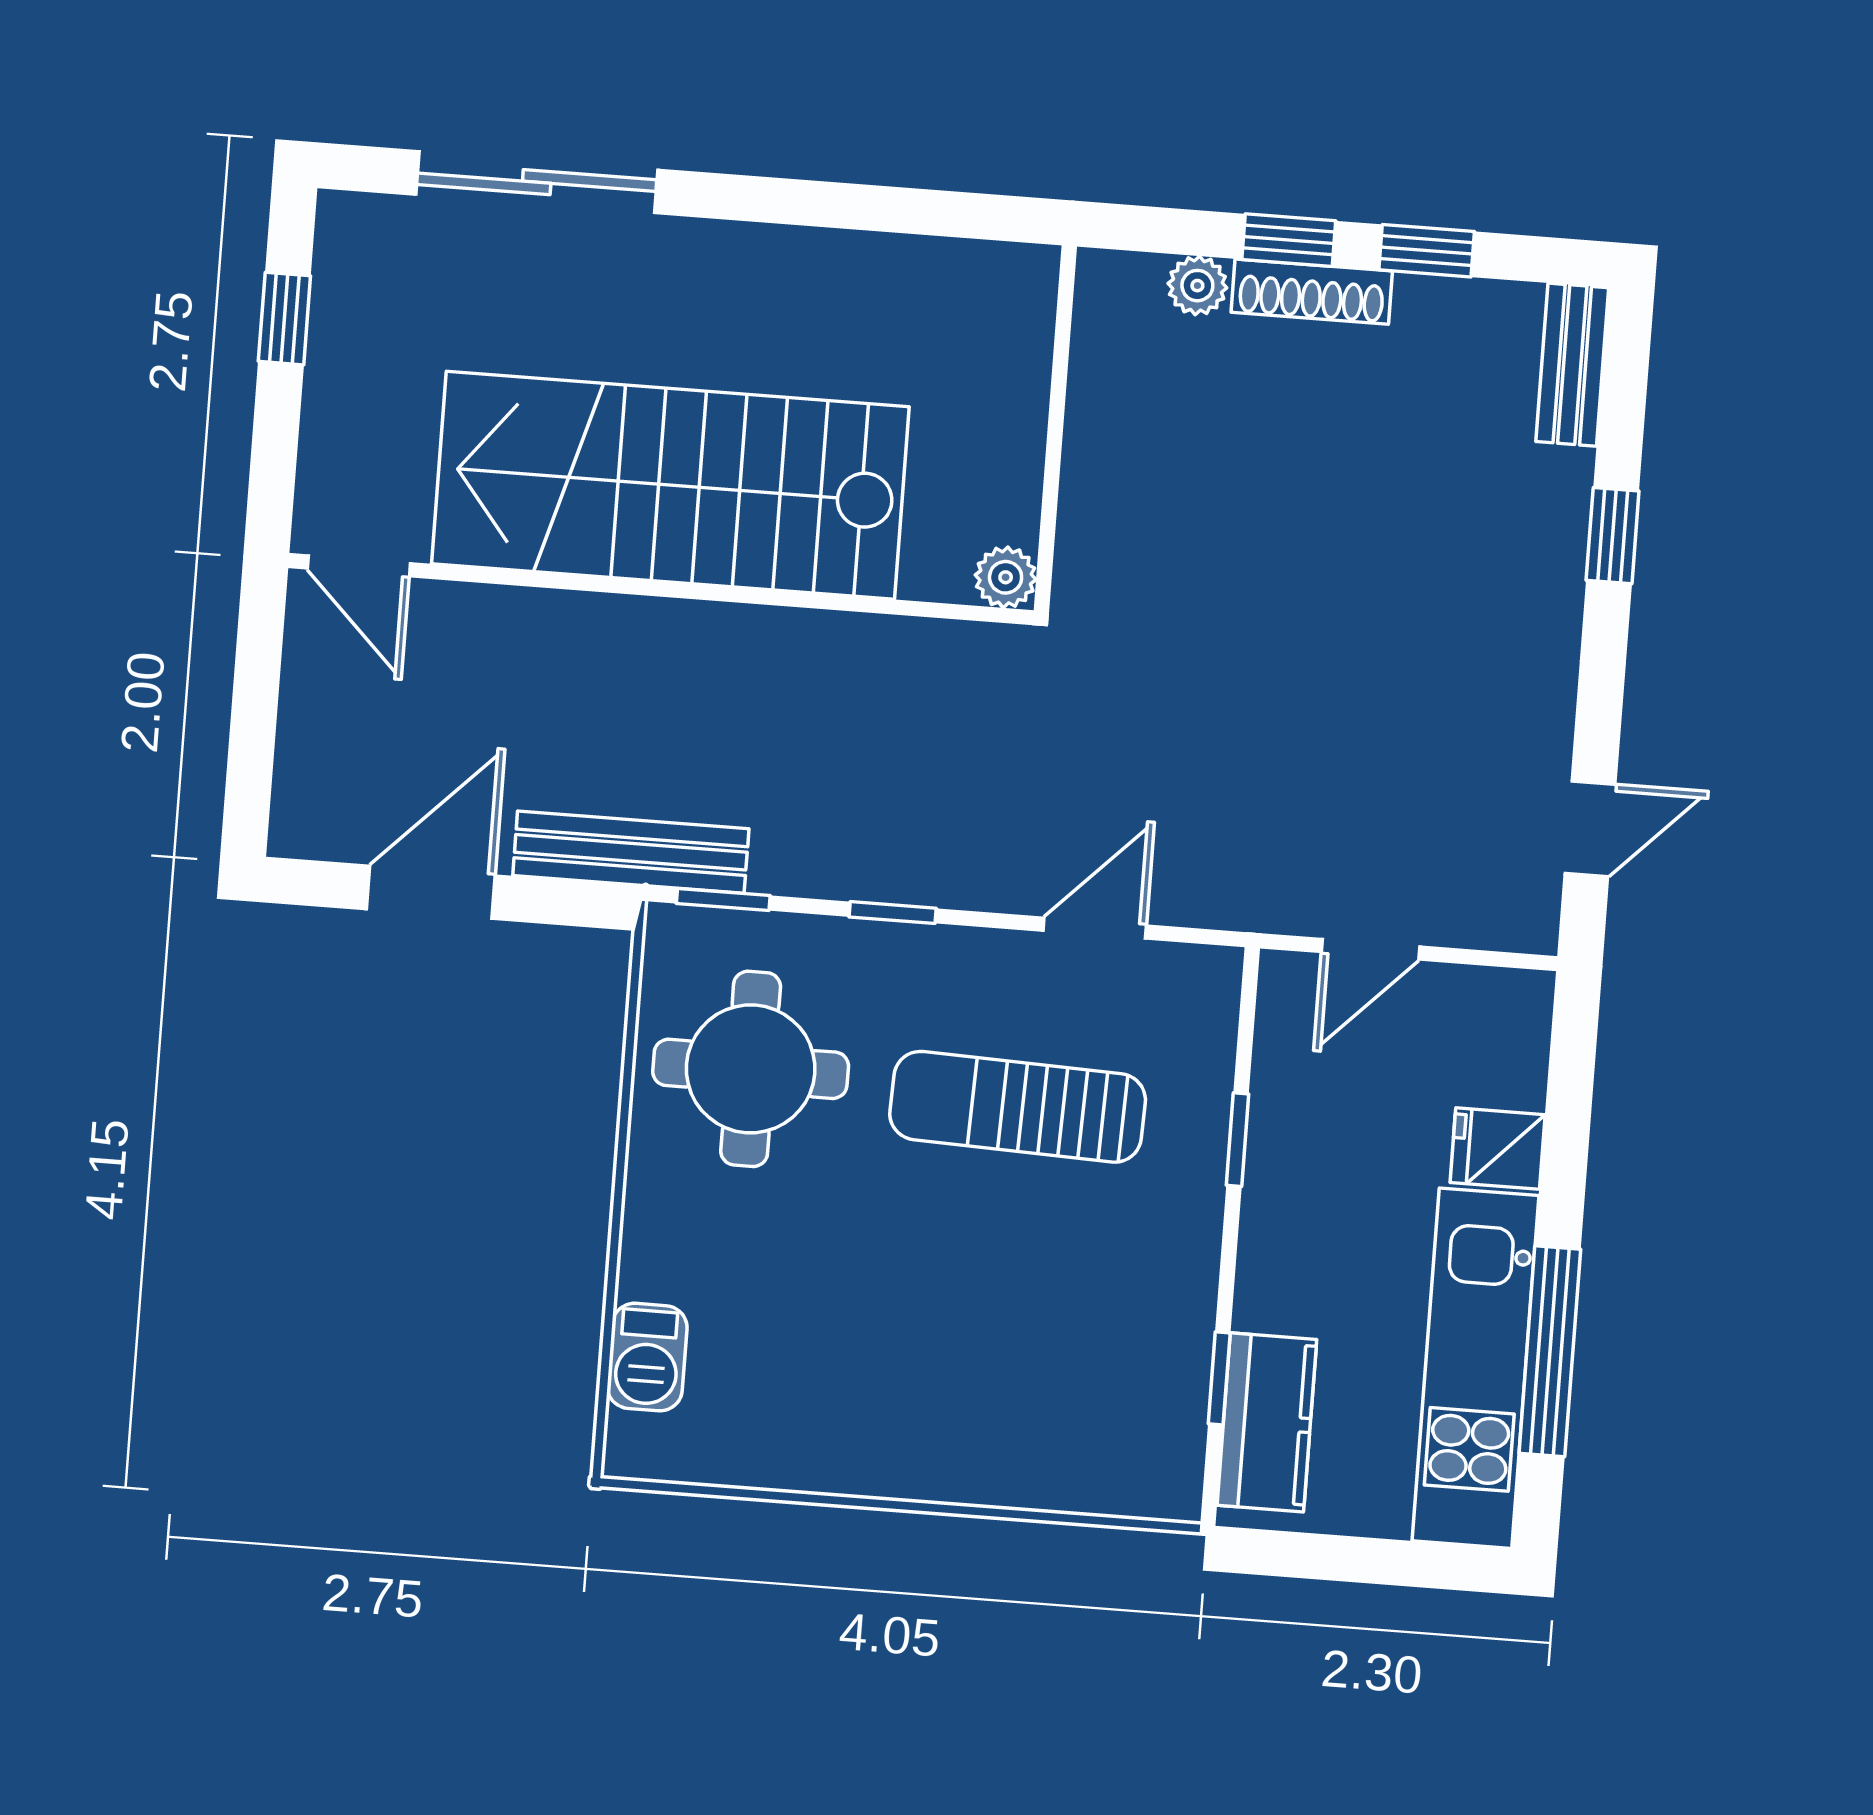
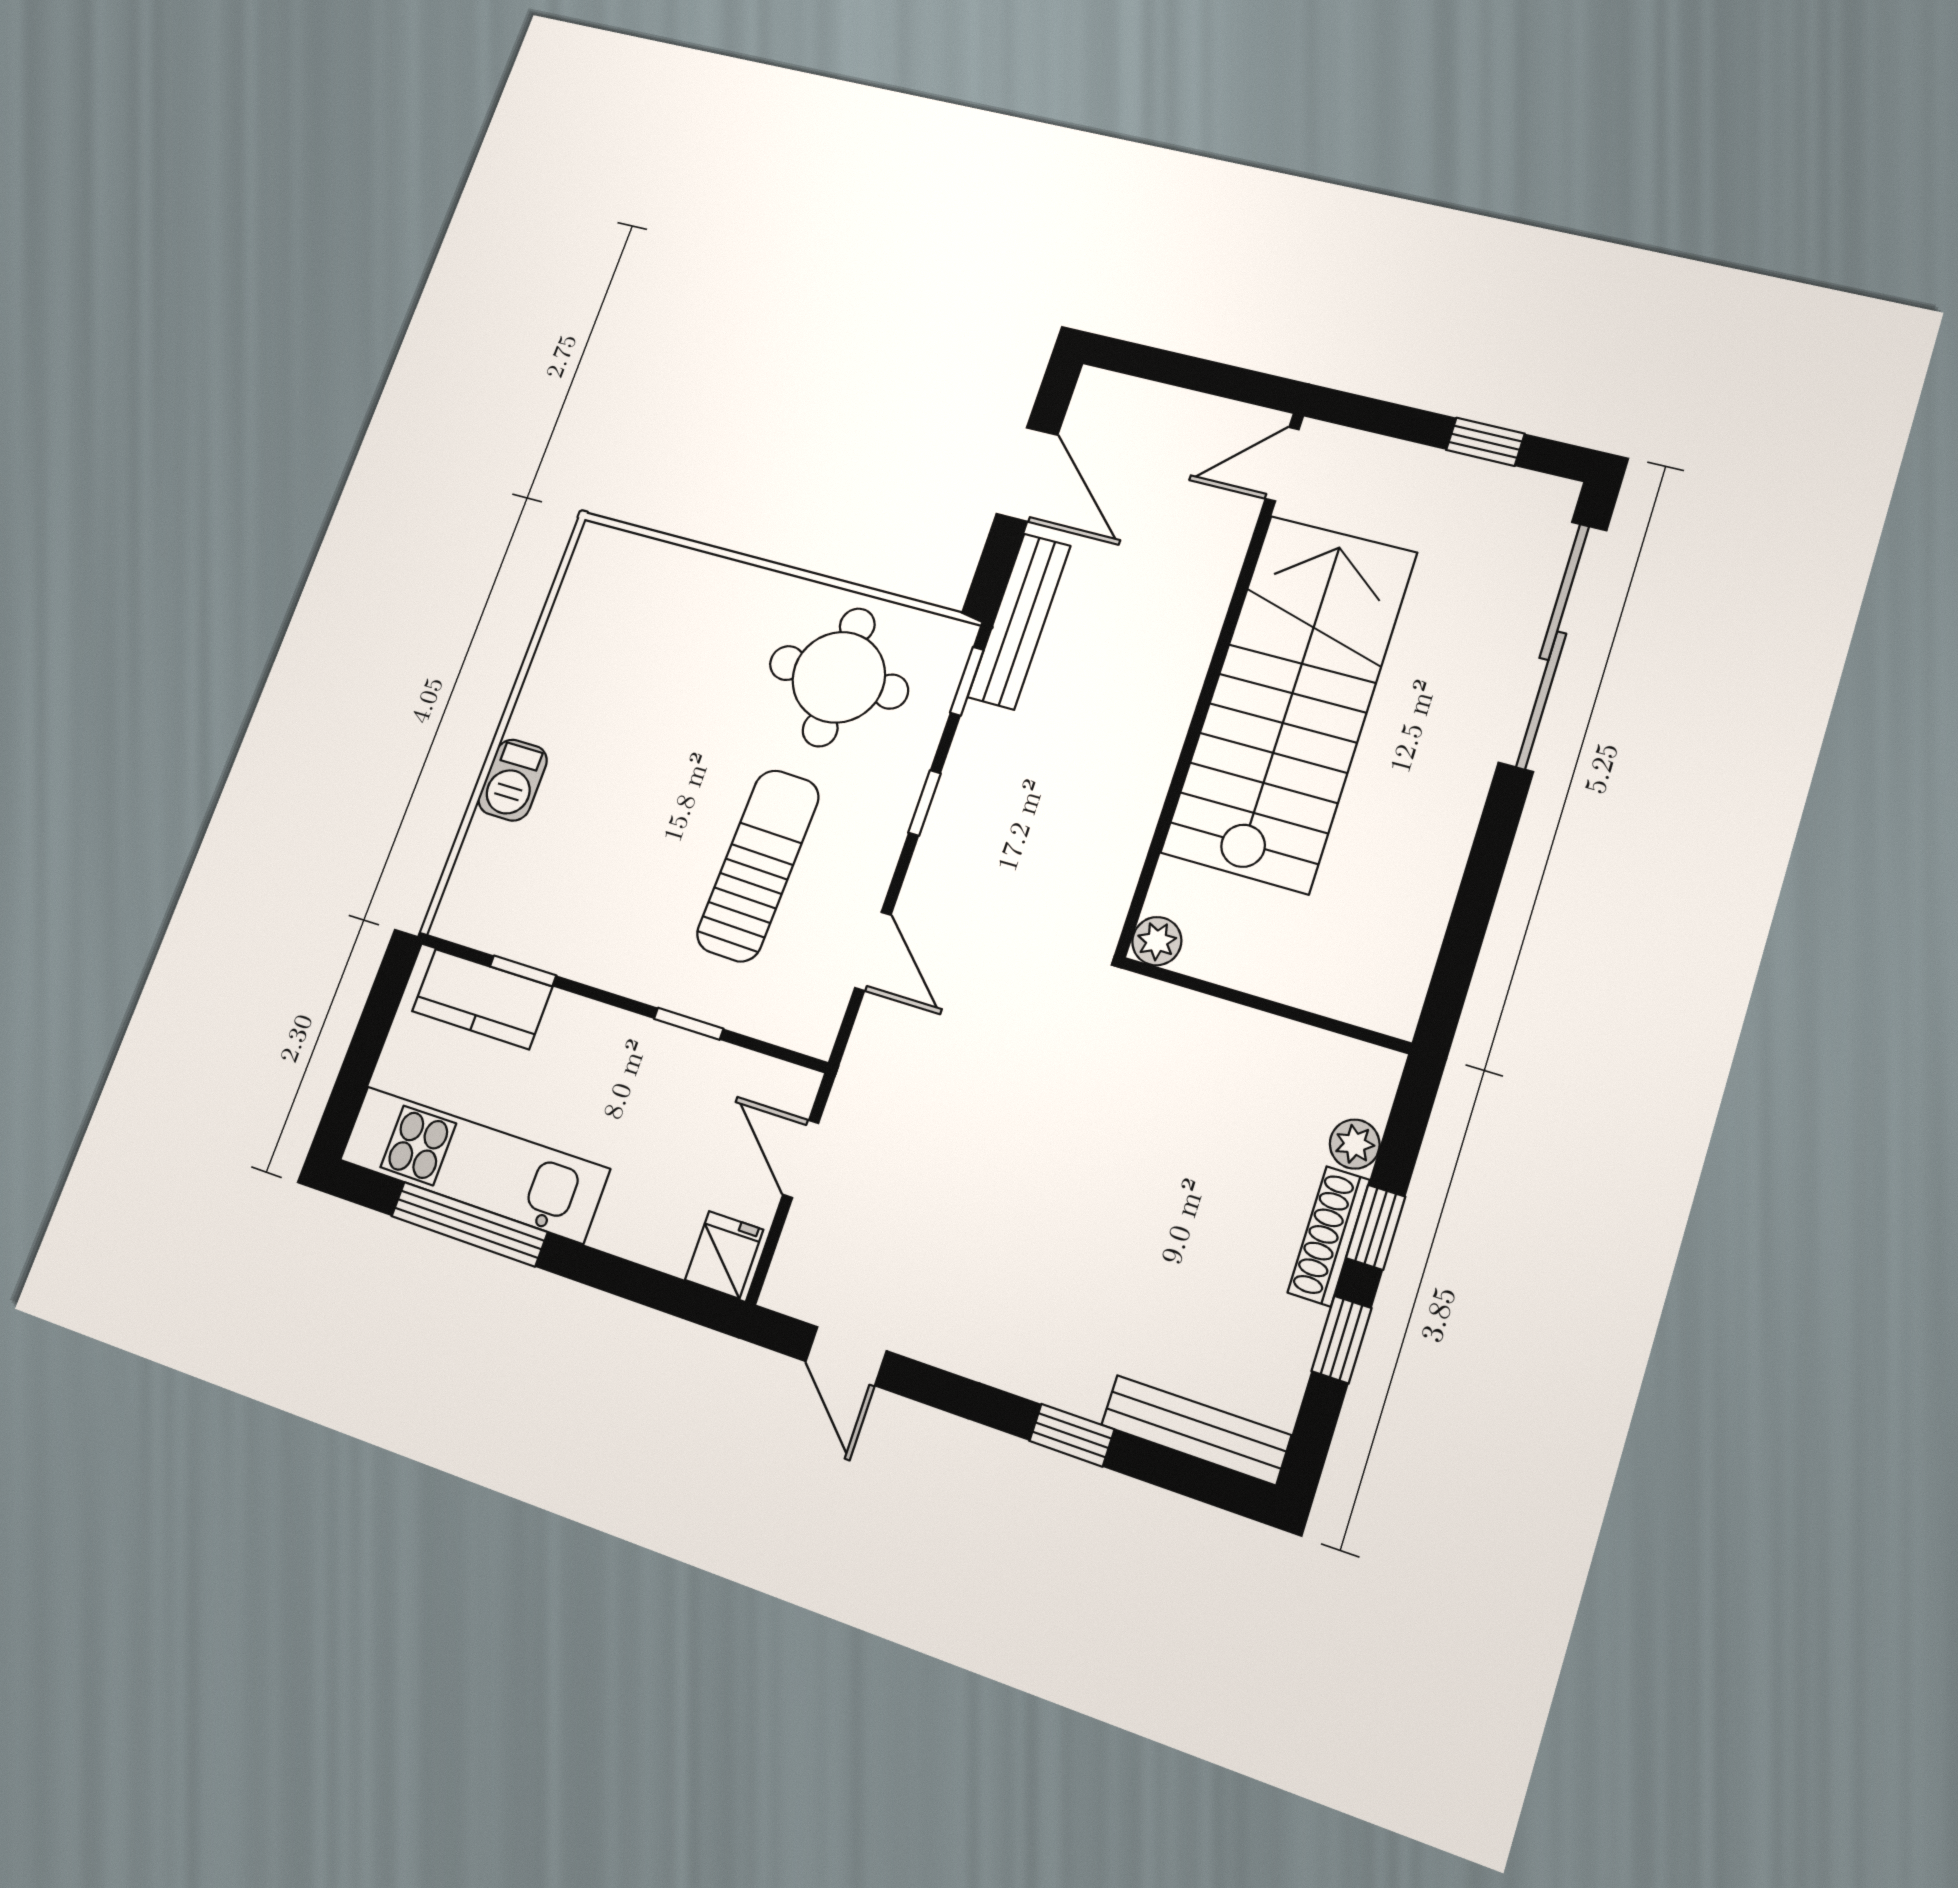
sliding door: (537, 182) -> (1553, 646), width x1.36
bench: (1572, 365) -> (1196, 1430), width x1.36
fridge: (1498, 1149) -> (724, 1255), moved
barbecue: (647, 1357) -> (513, 780), moved, turned -90

